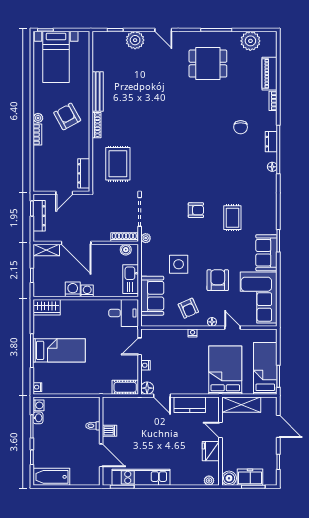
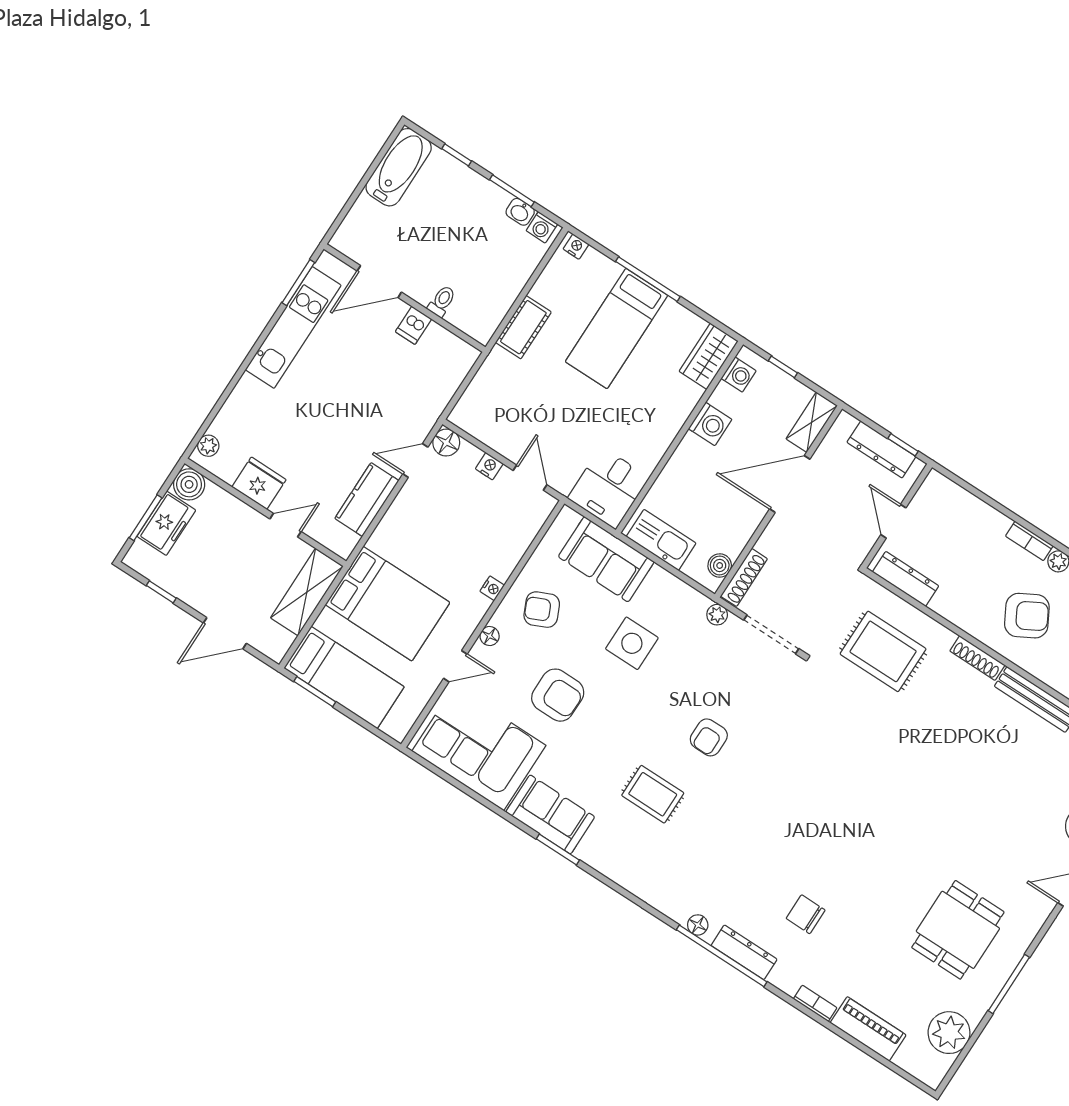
dresser: (271, 142) -> (744, 952), width x1.44
washing machine: (87, 291) -> (739, 375), moved
cot: (125, 387) -> (523, 327), moved

